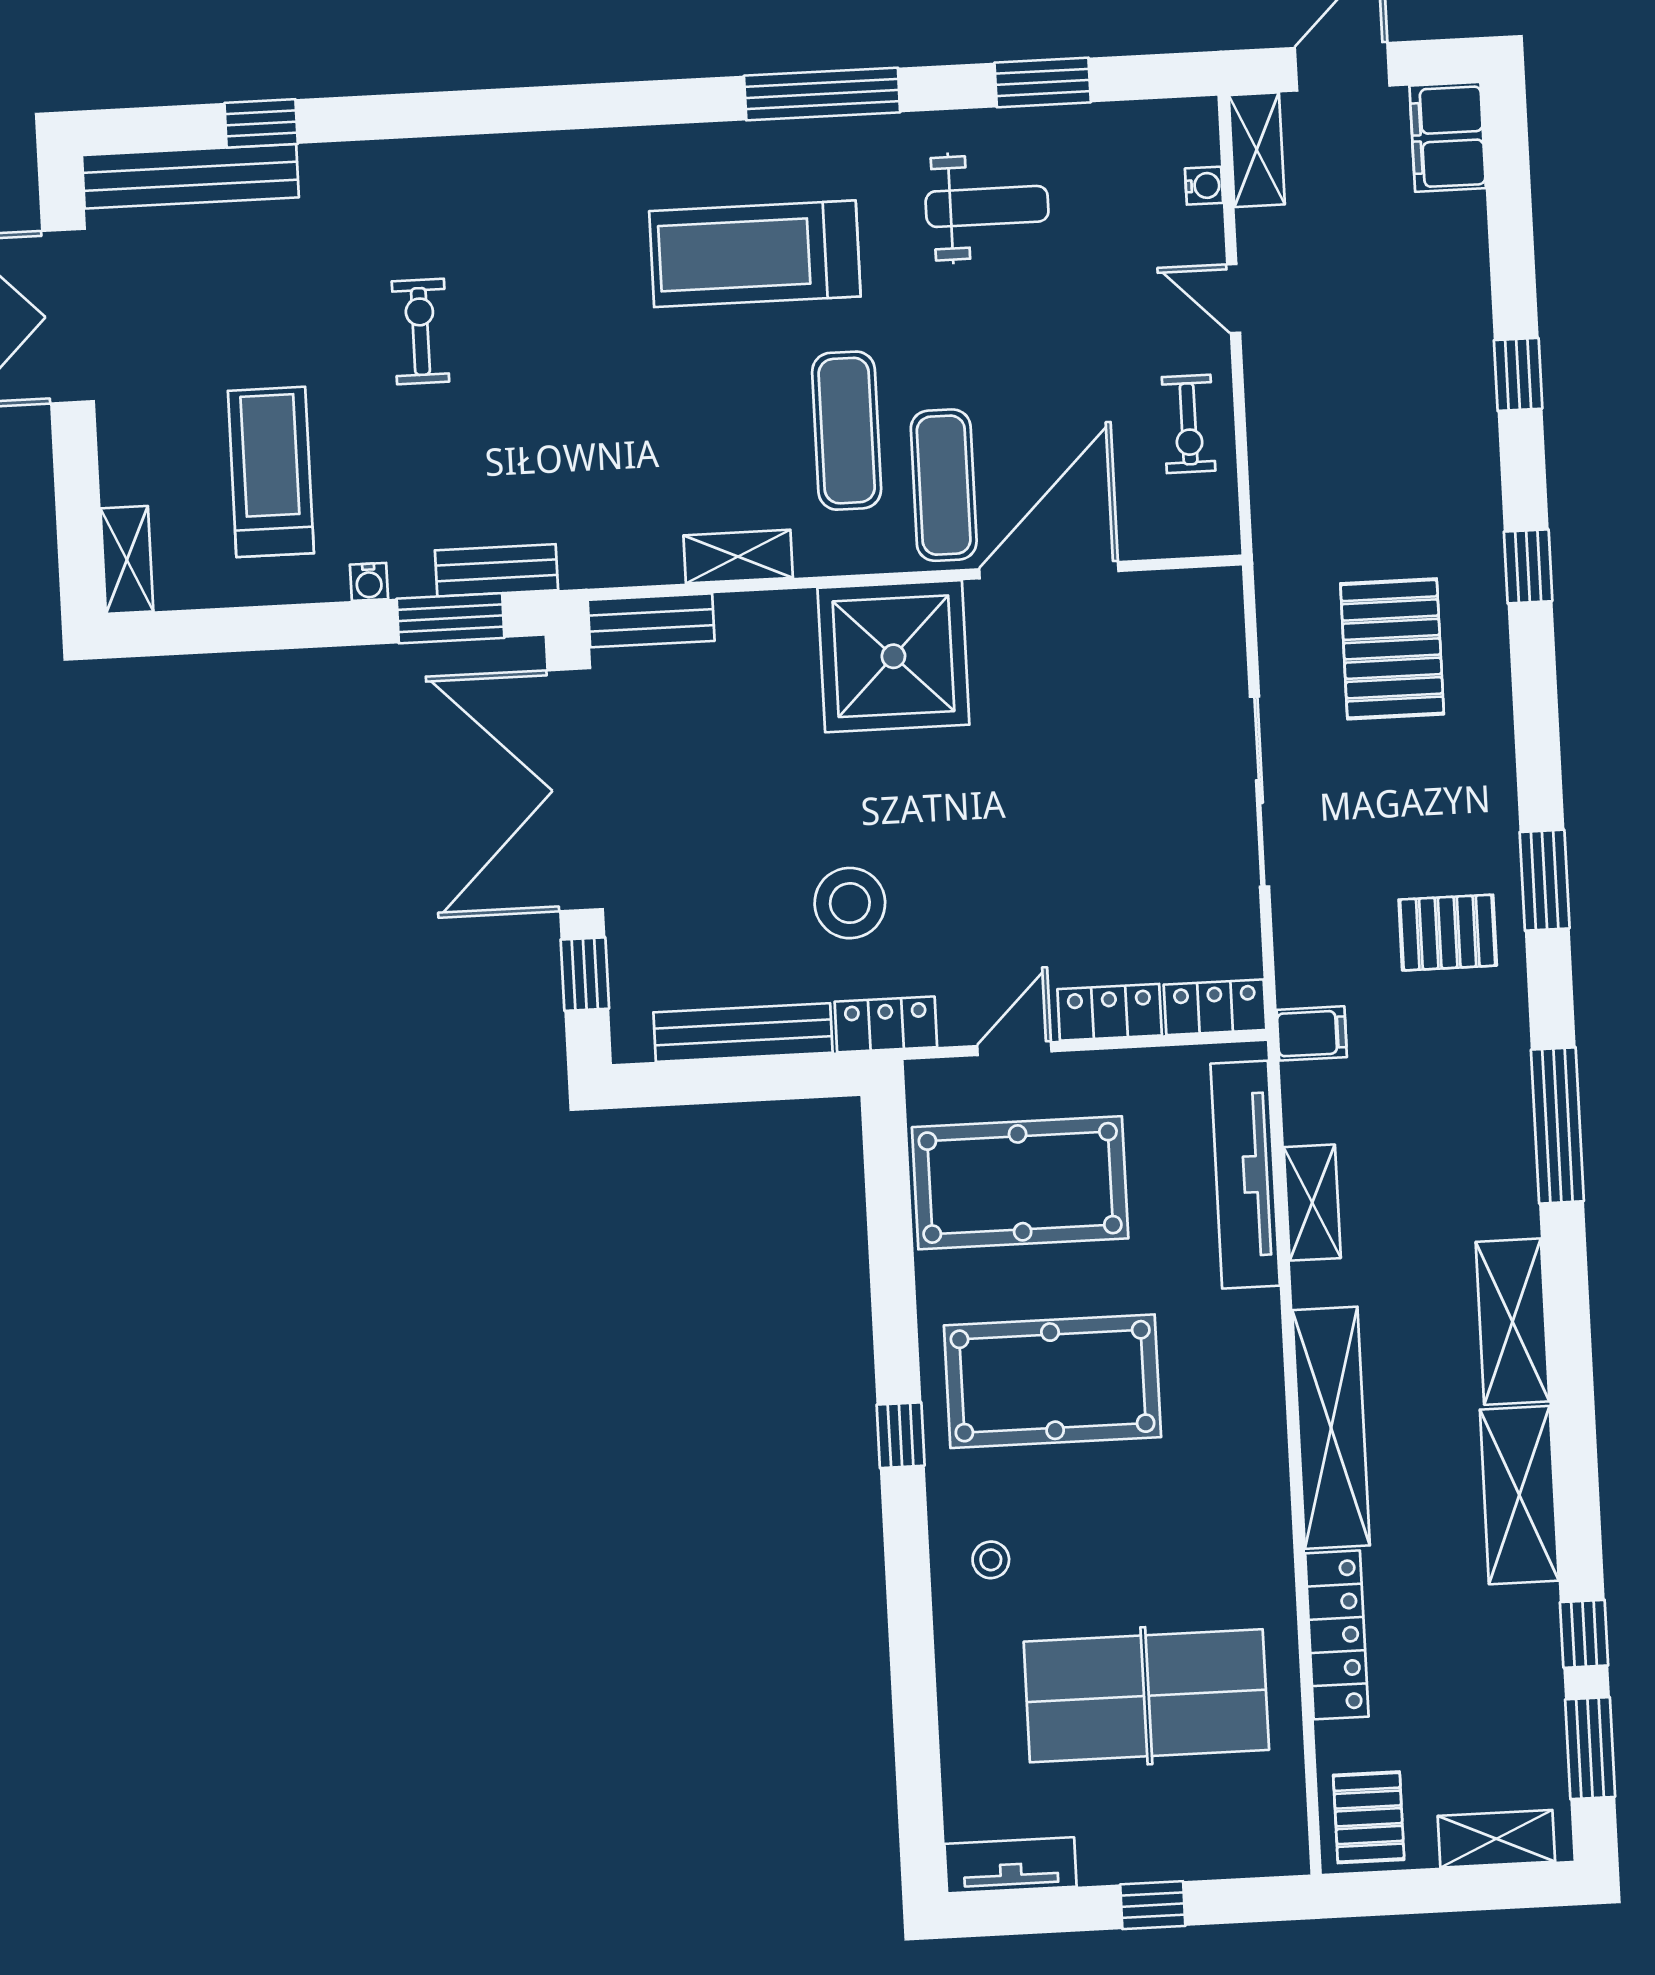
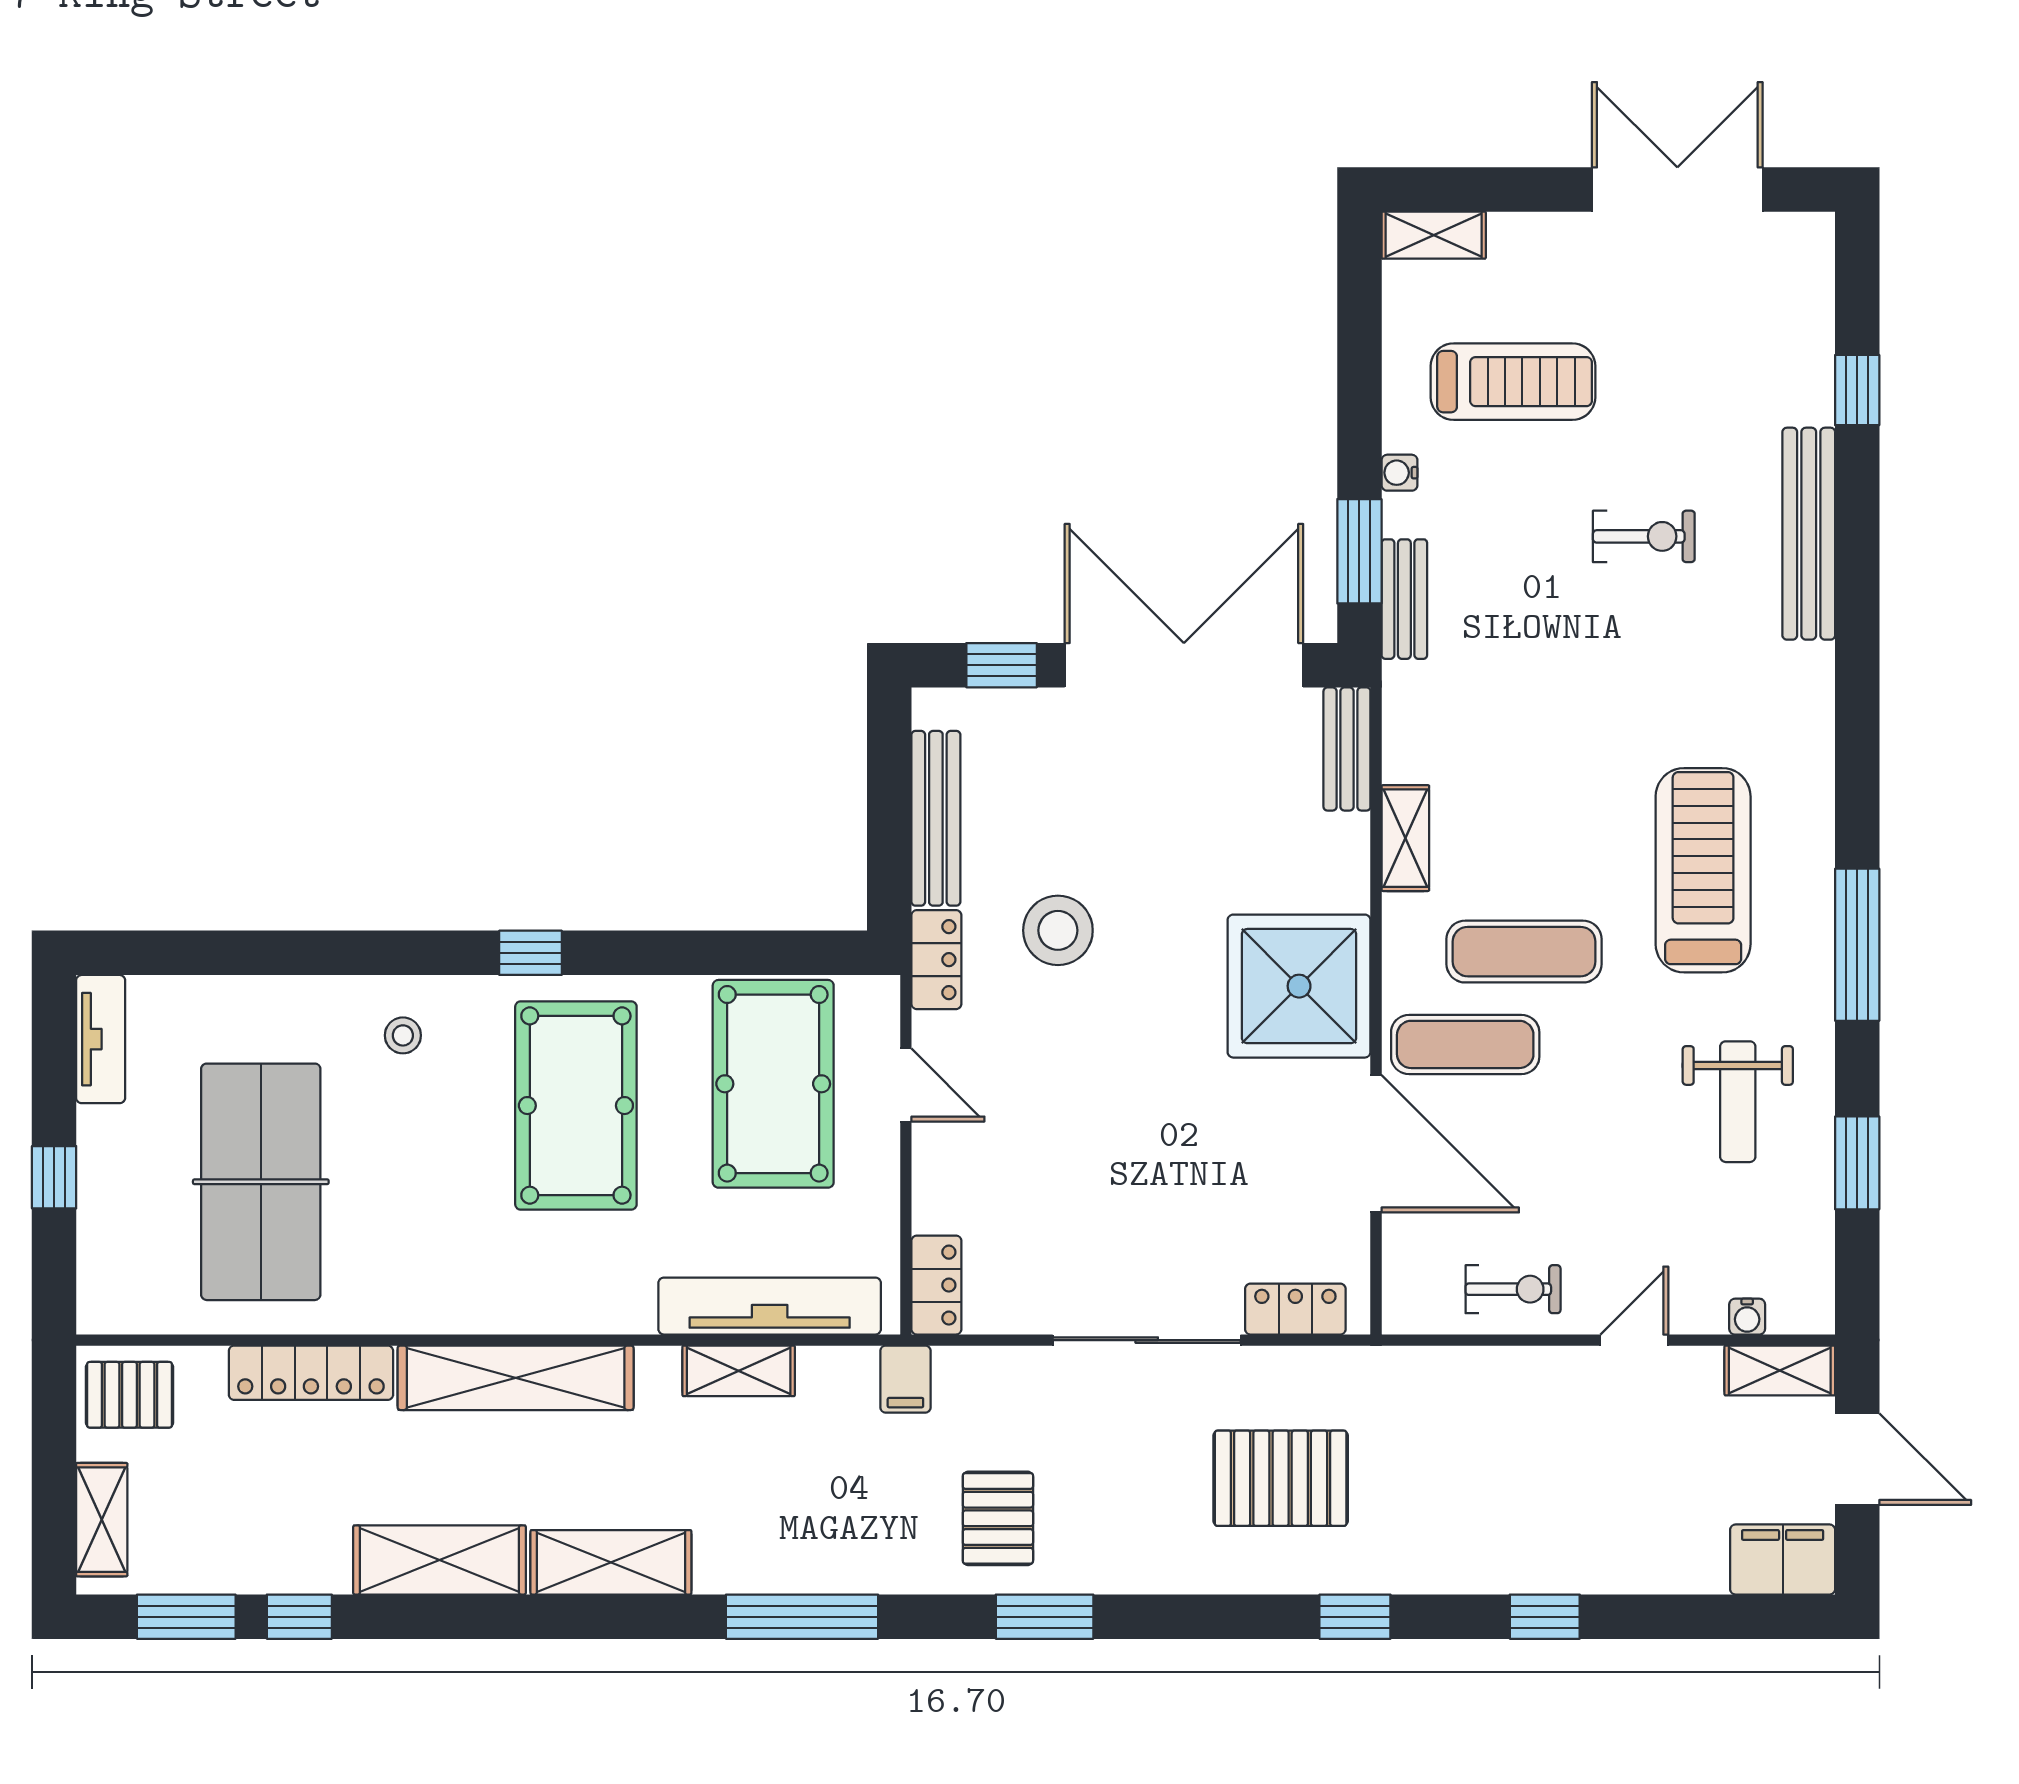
bench: (190, 176) -> (1809, 534), moved
exercise bike: (1189, 424) -> (1513, 1289), turned 180
locker: (1110, 1012) -> (1295, 1309), moved, turned -90

